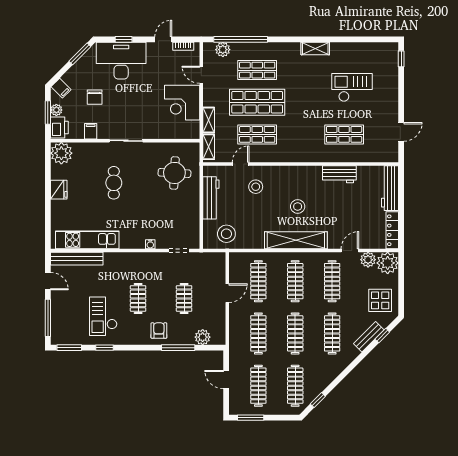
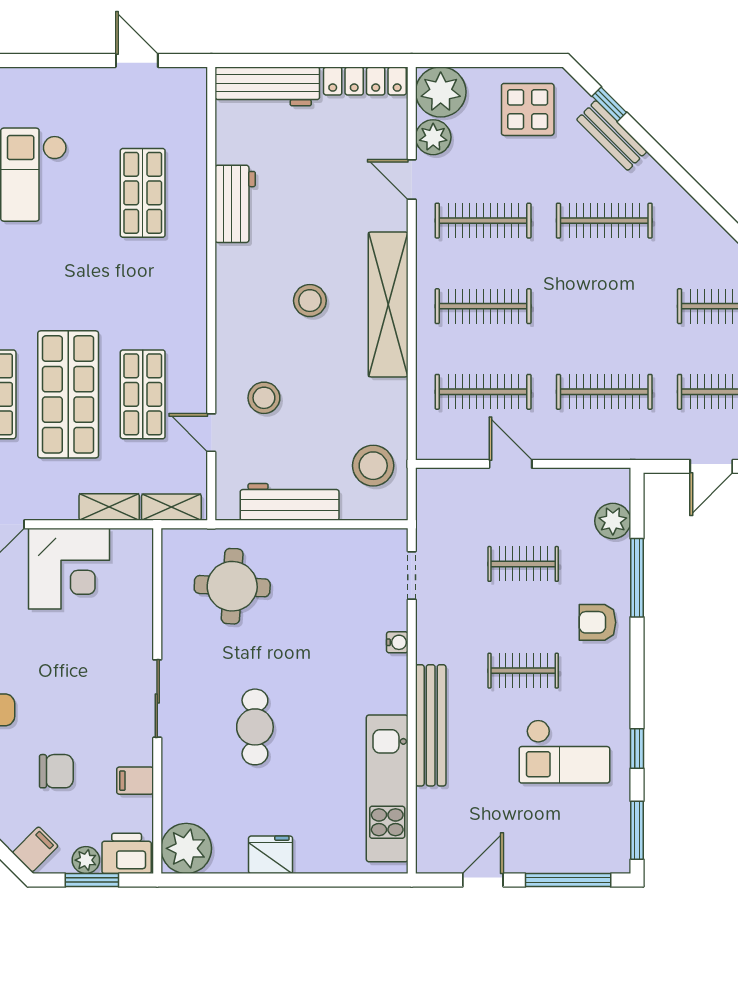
cafe table: (114, 183) -> (255, 727), turned 90
bench: (77, 259) -> (431, 725), moved
clothes rail: (295, 333) -> (604, 306), removed

